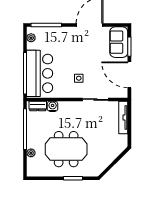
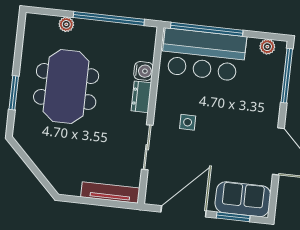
dresser: (38, 106) -> (141, 97), moved

